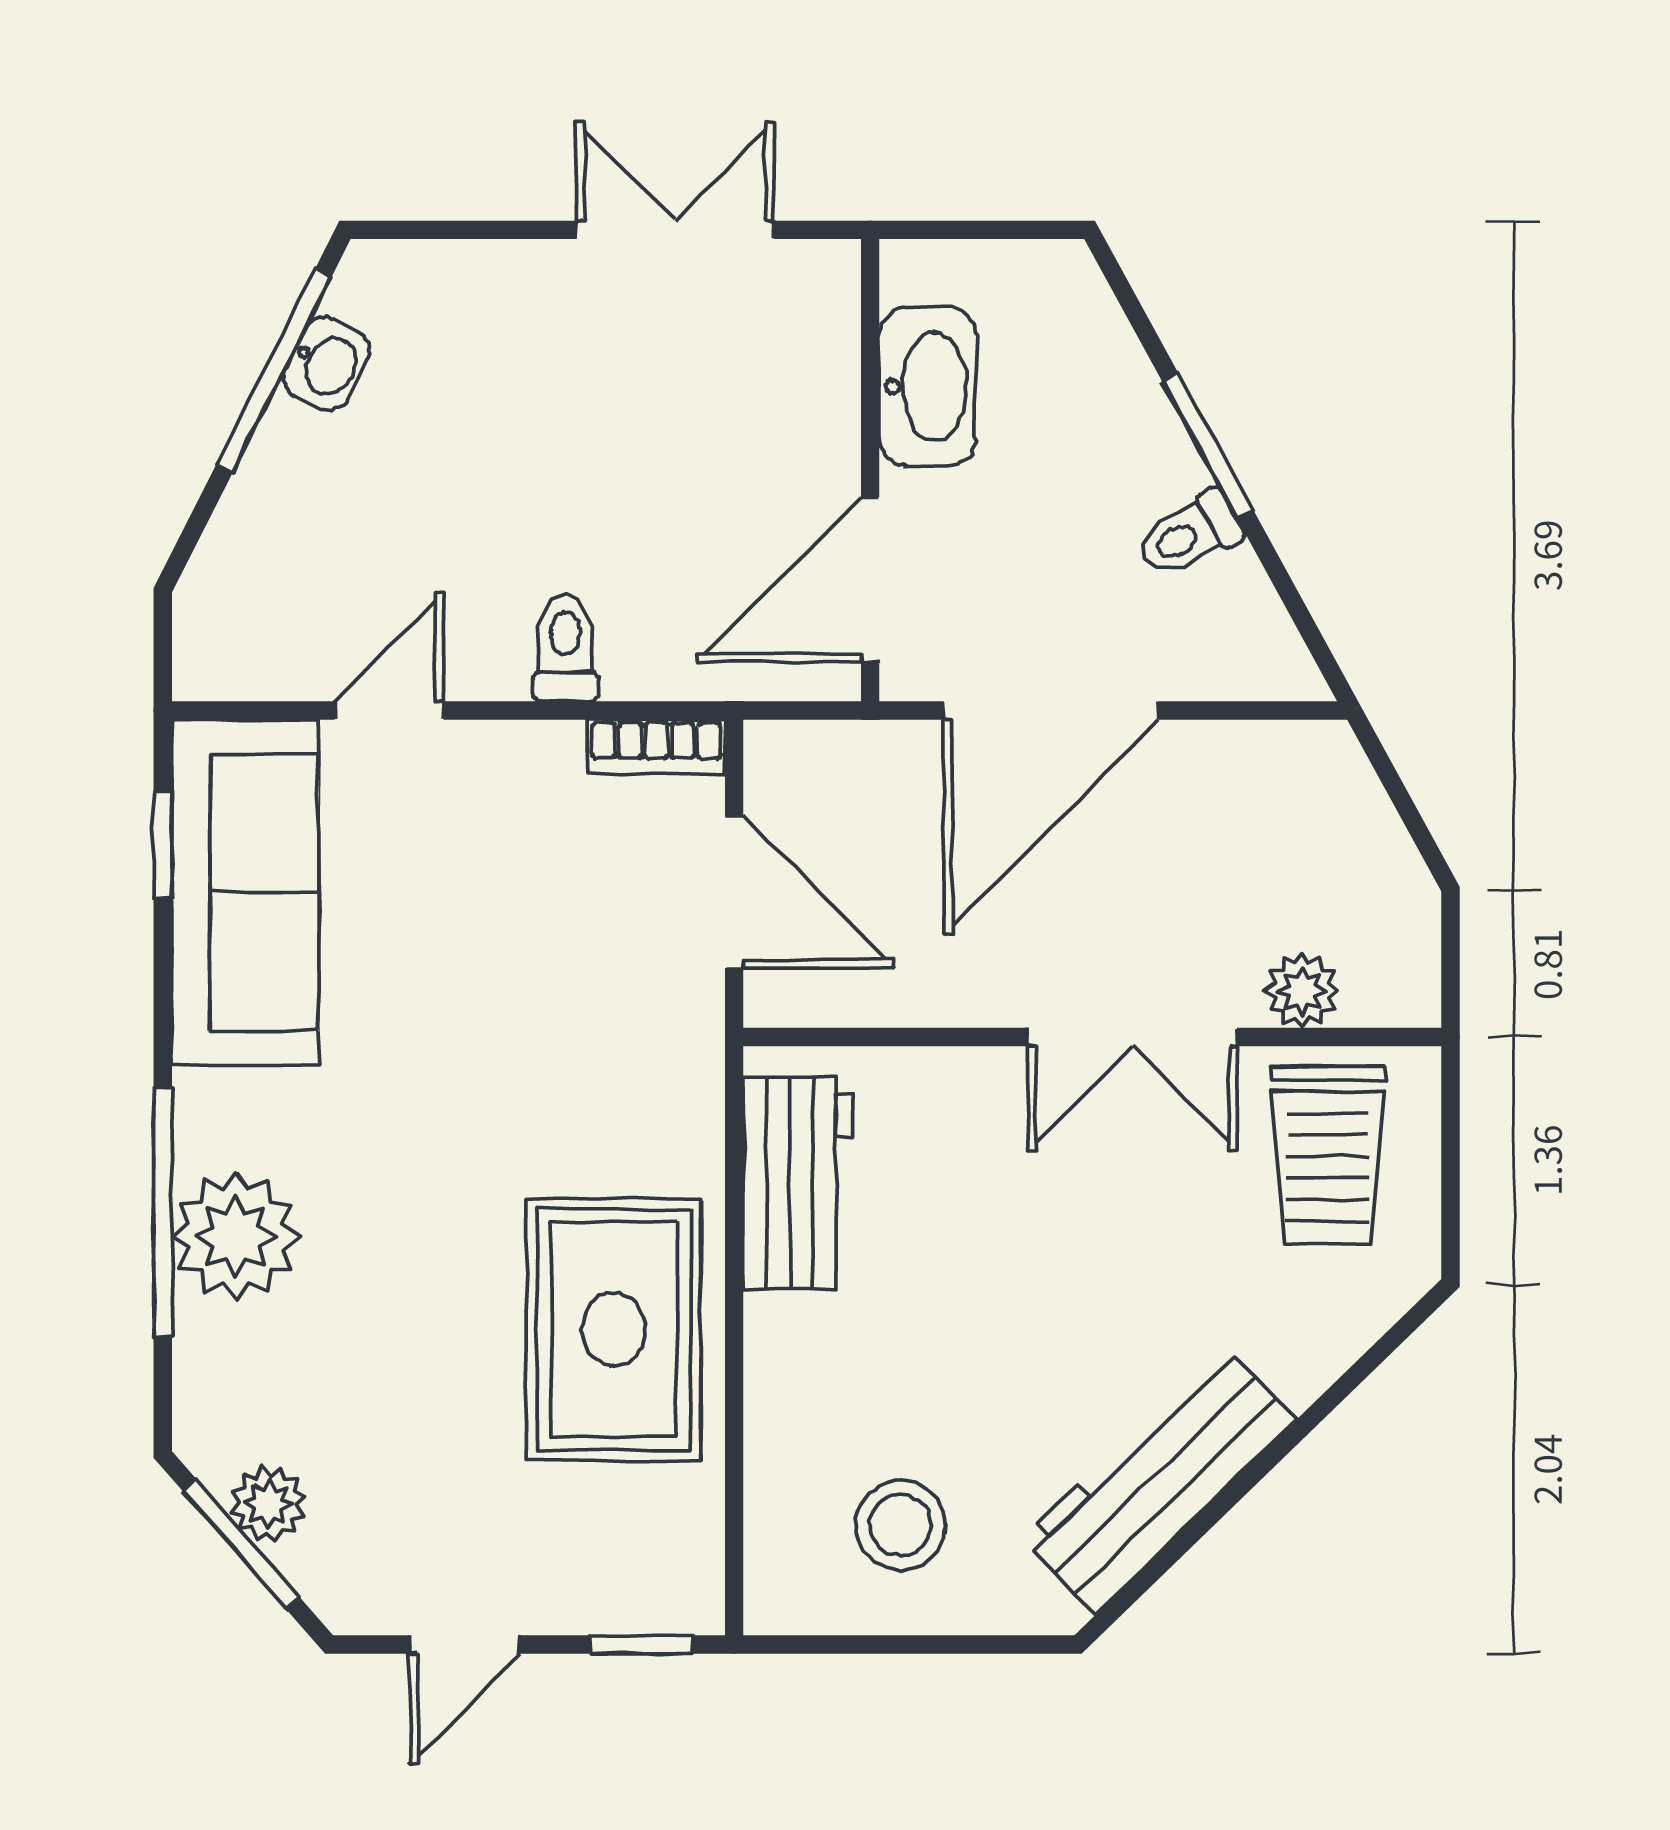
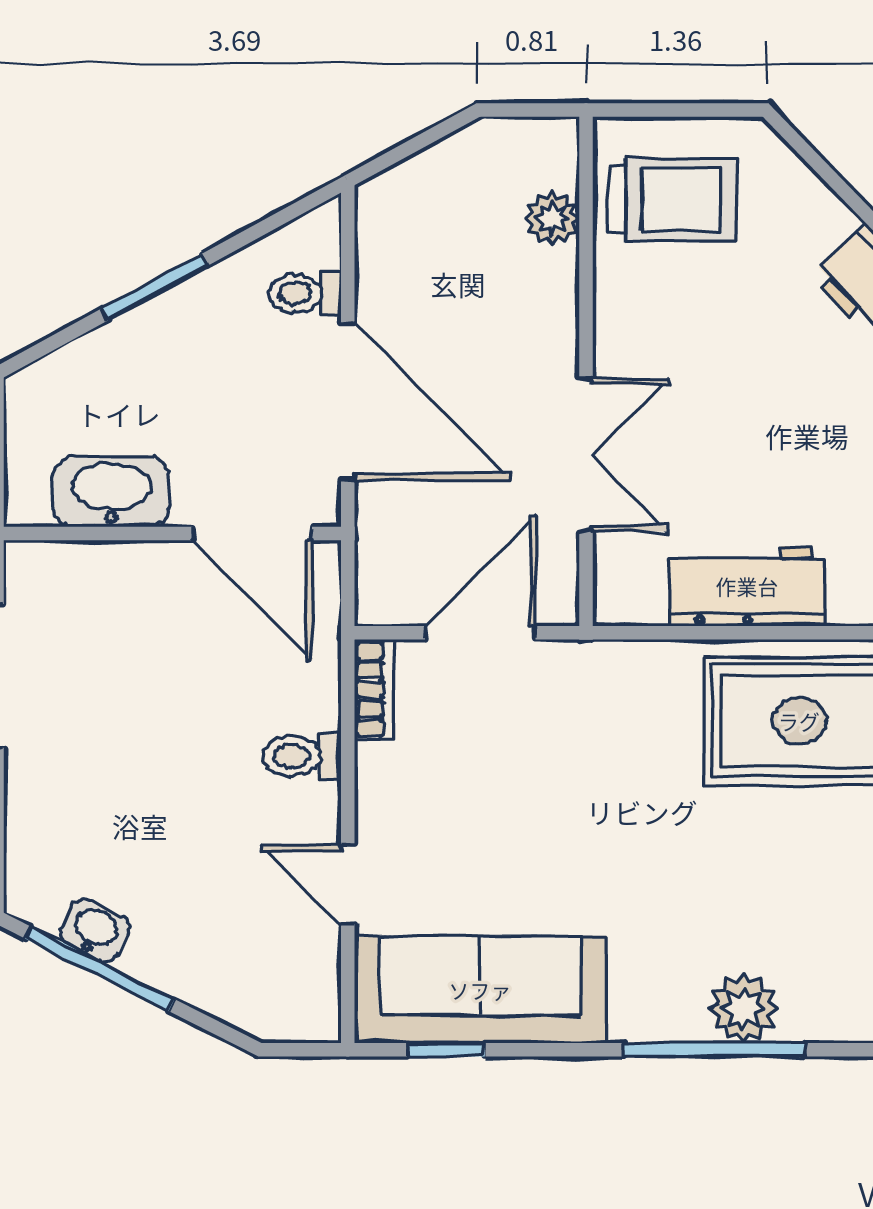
toilet: (1189, 535) -> (305, 294), moved, turned 119
double door: (1132, 1037) -> (586, 455), moved
workbench: (798, 1183) -> (747, 586), moved
plant: (236, 1236) -> (744, 1009), width x0.73, depth x0.73

